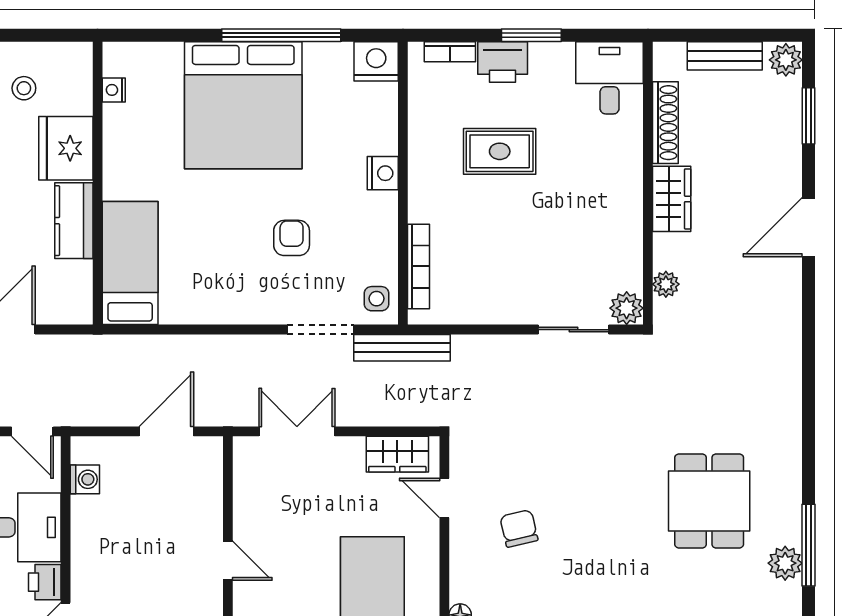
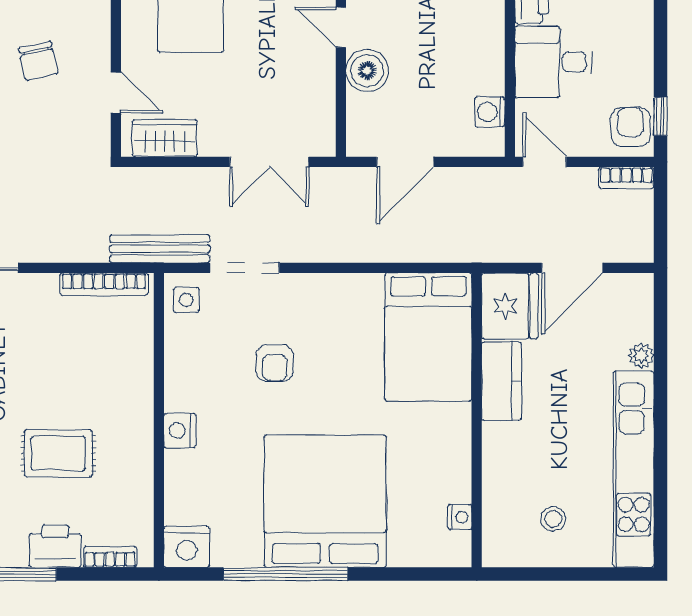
fridge: (66, 148) -> (510, 306), moved
bed: (130, 263) -> (428, 337), width x1.50
bookcase: (419, 266) -> (104, 284), moved, turned -90
boiler: (203, 519) -> (367, 71), added

